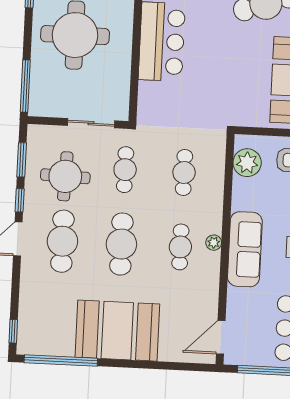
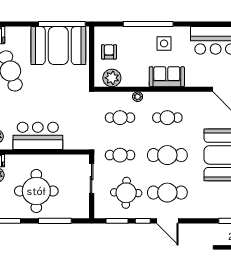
window: (25, 86) -> (55, 221), moved
plant: (214, 243) -> (138, 97), moved
sofa: (245, 249) -> (167, 77), width x0.73

